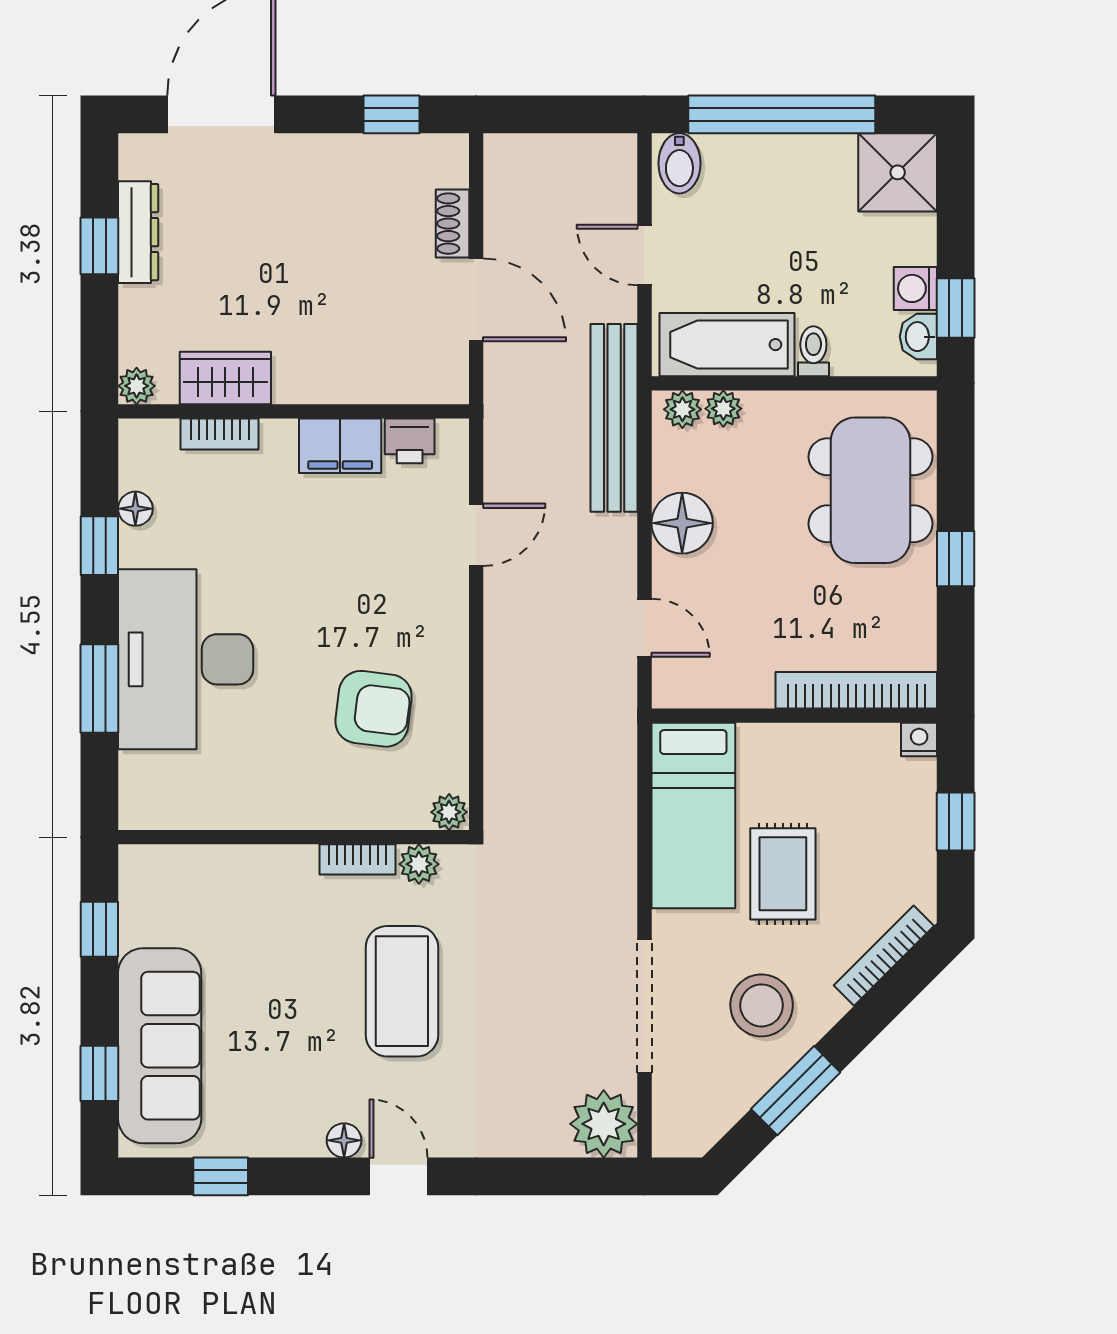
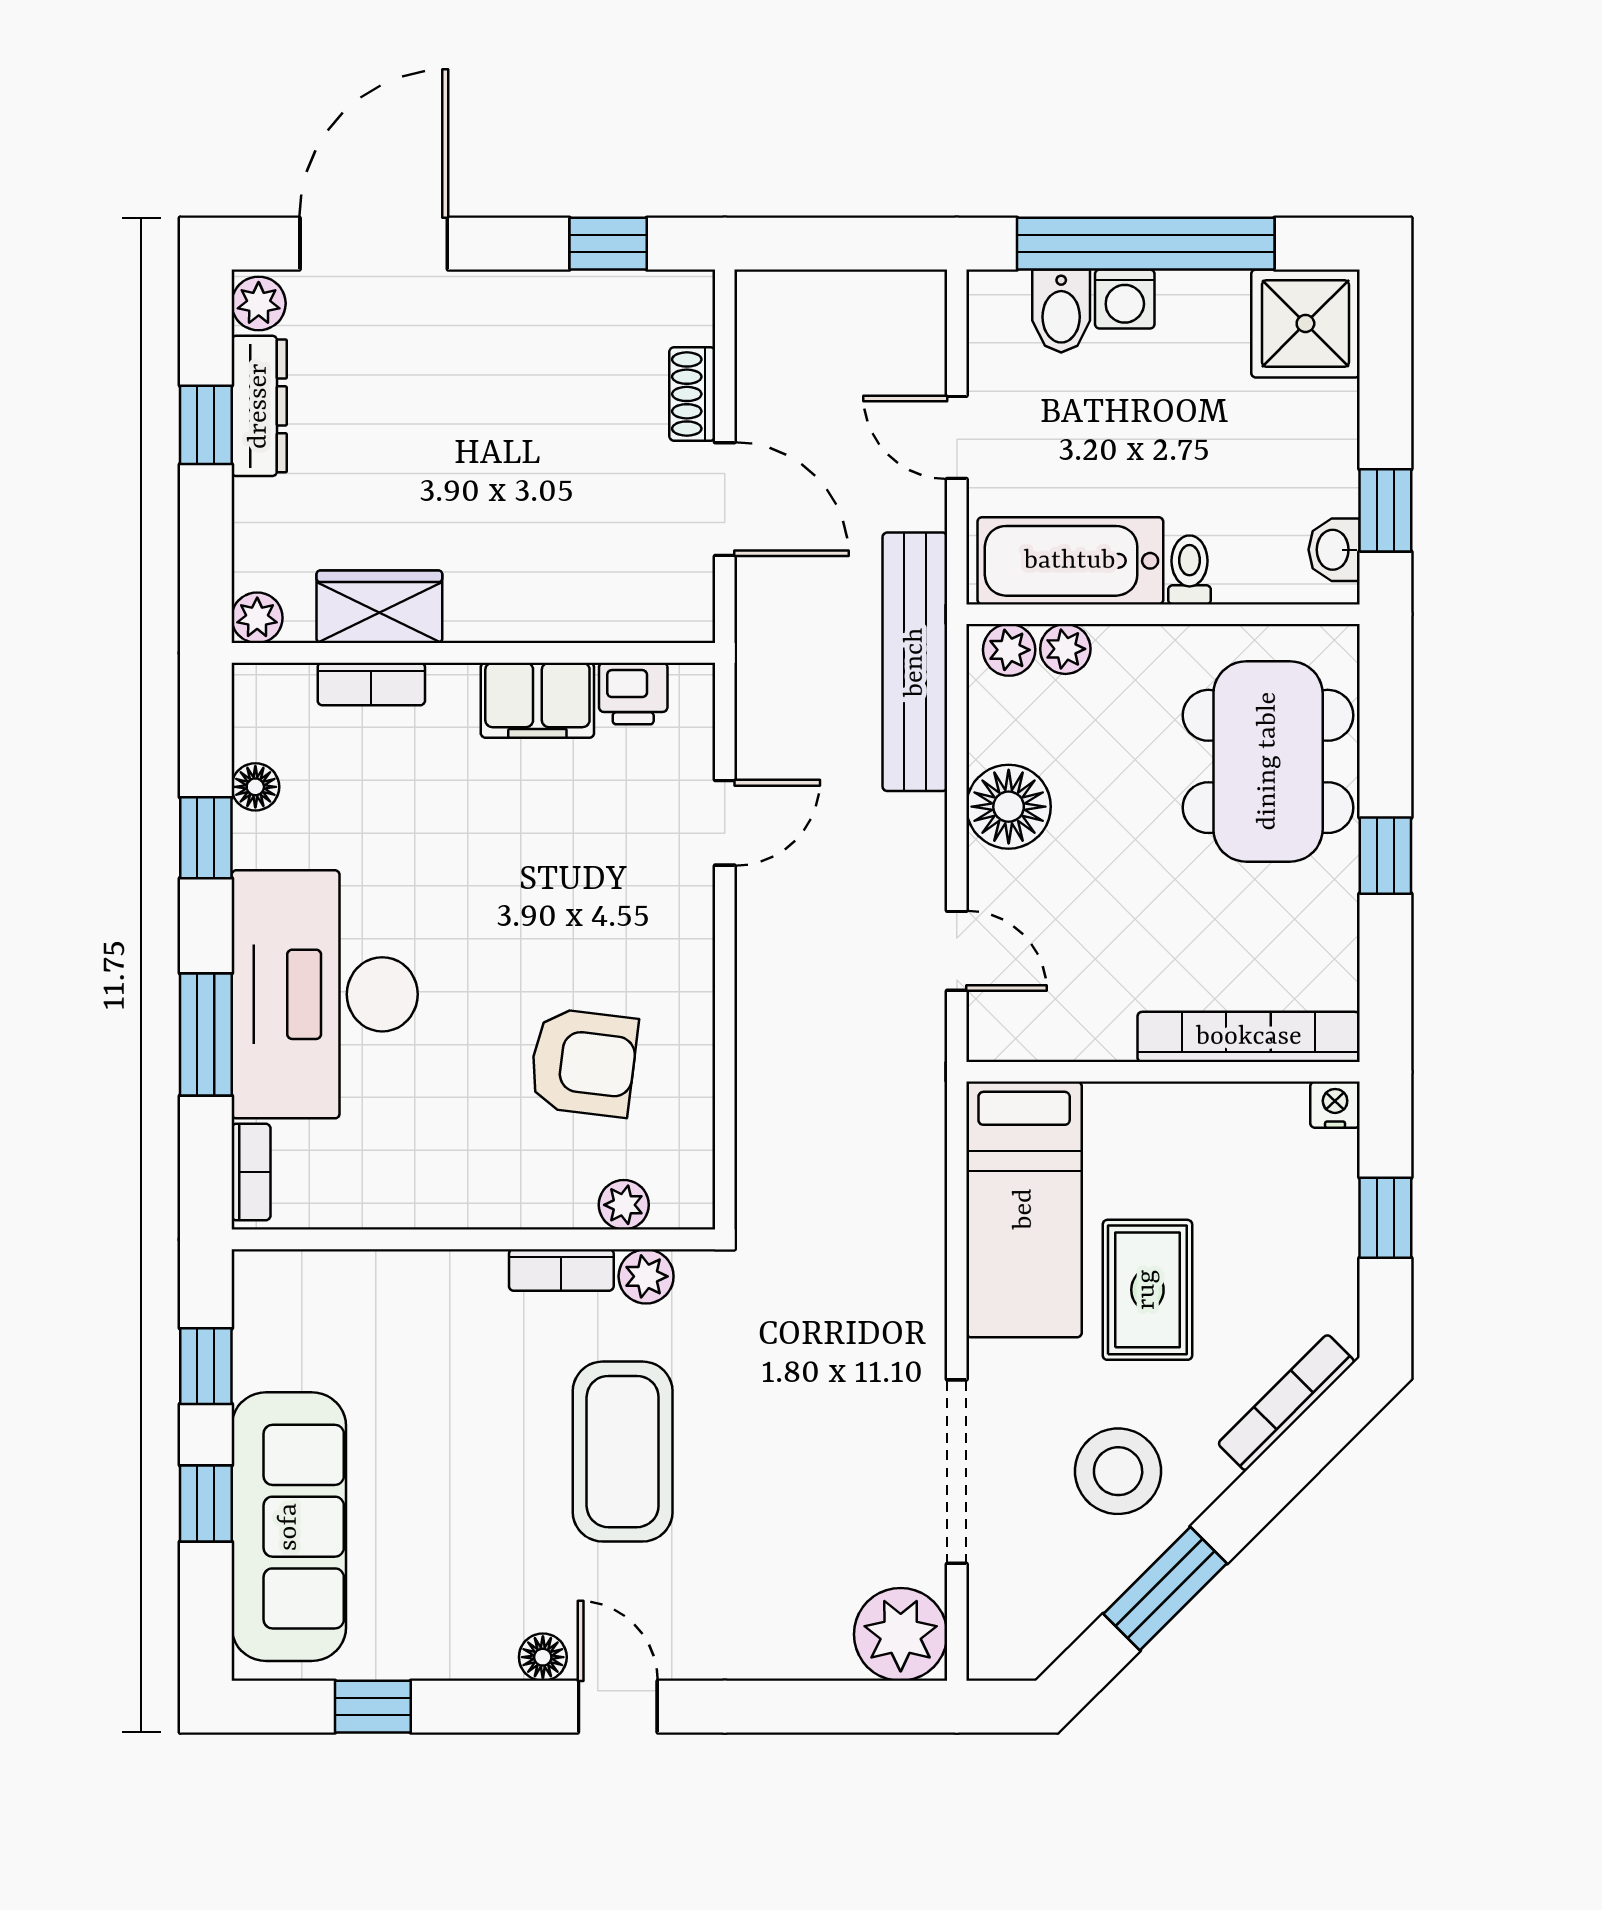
plant: (138, 158) -> (259, 303), added
bidet: (679, 163) -> (1061, 311), moved
washing machine: (915, 288) -> (1125, 299), moved, turned -90
bookcase: (132, 788) -> (251, 1172), added
plant: (449, 812) -> (624, 1205), moved
window: (99, 1073) -> (206, 1504), moved

